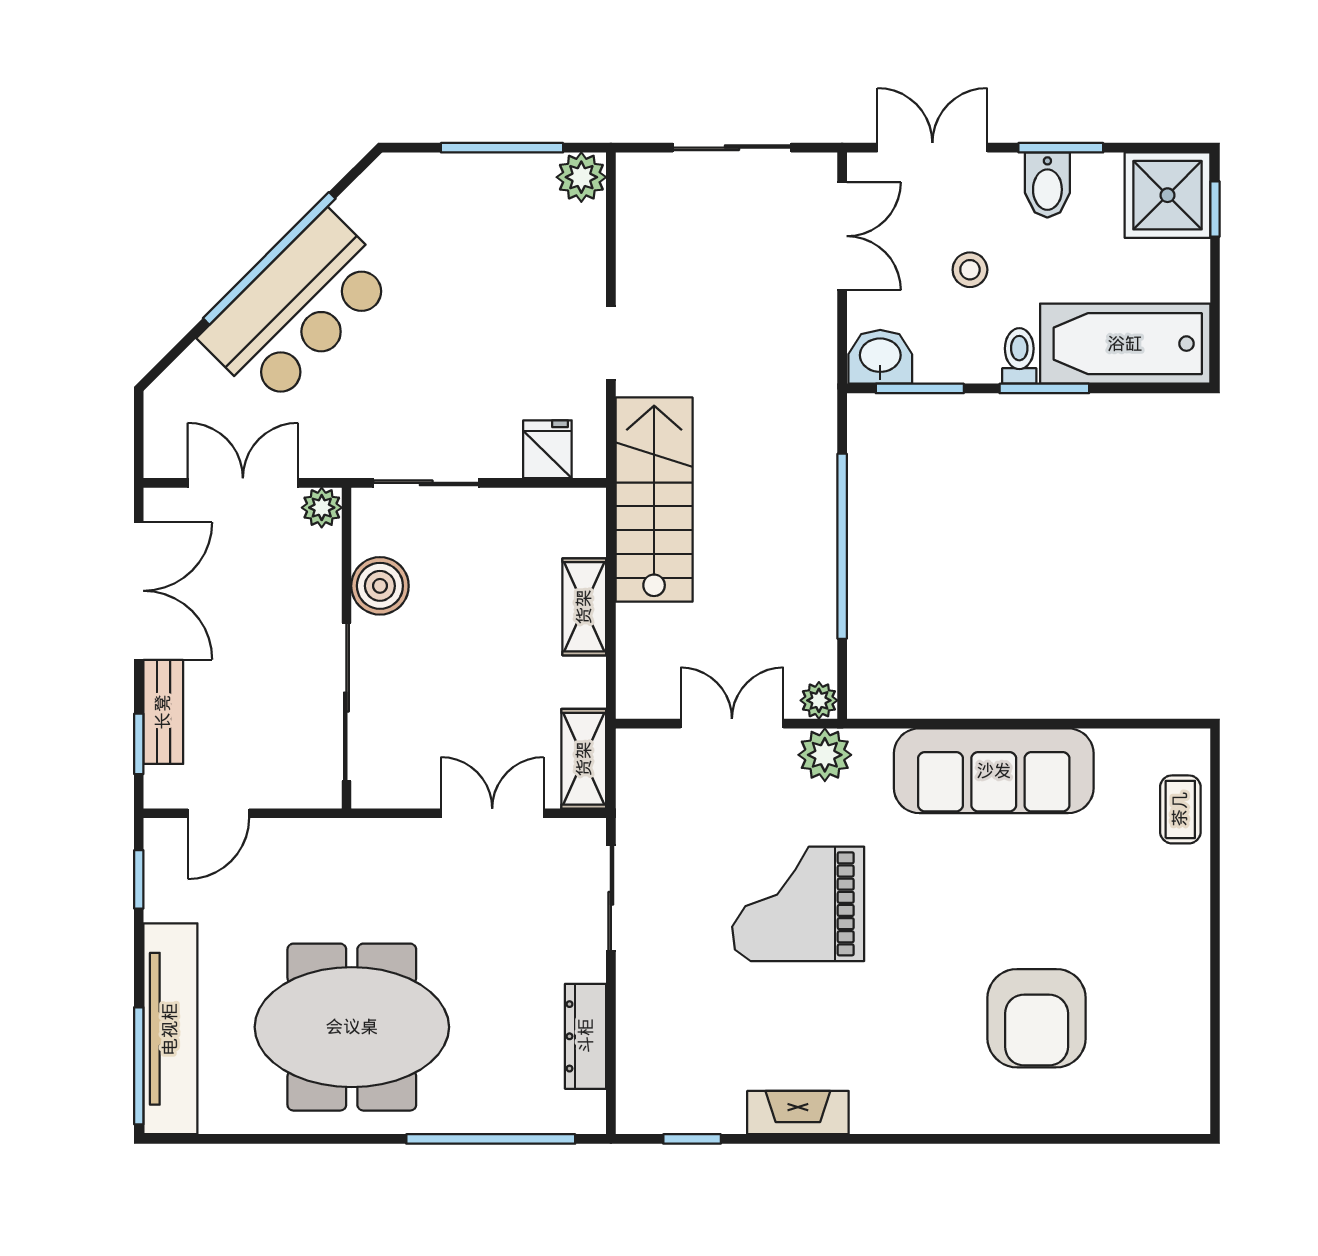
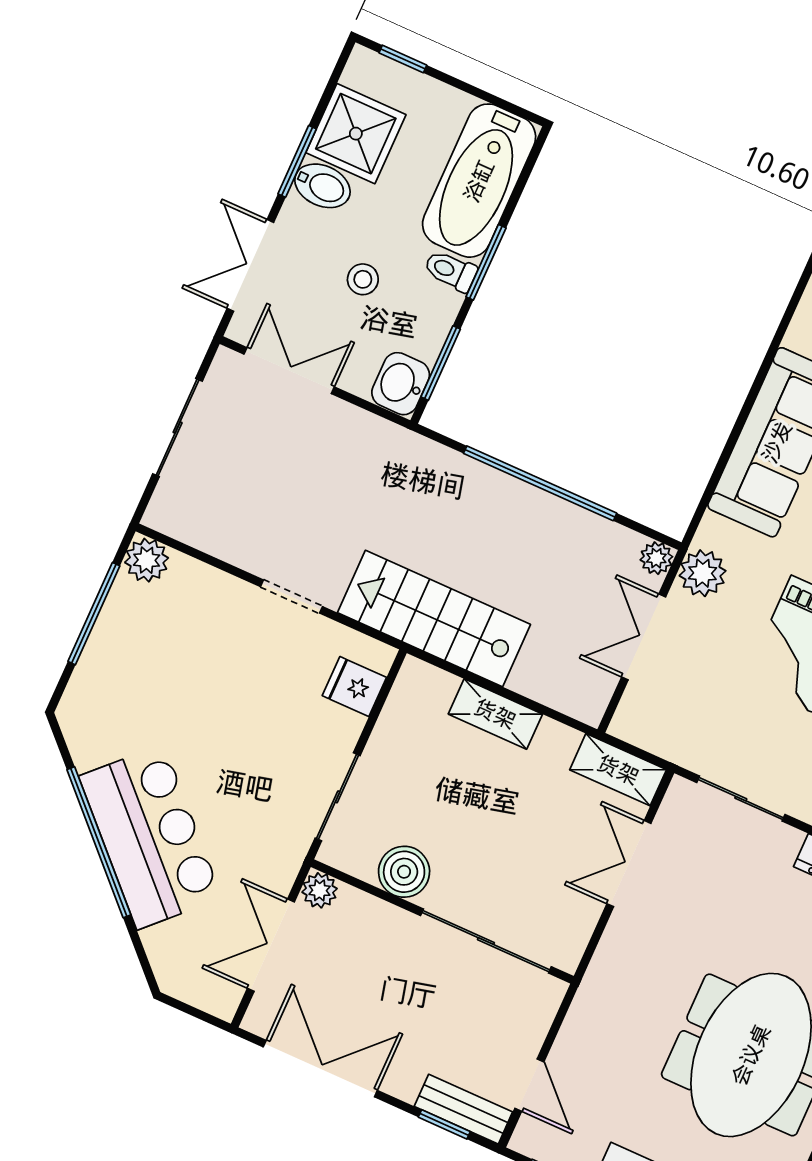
shower: (1168, 195) -> (356, 134), moved
bench: (163, 712) -> (463, 1109), moved

